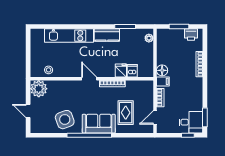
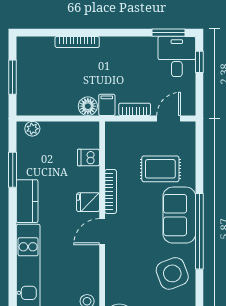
printer: (191, 35) -> (26, 57), removed
fridge: (121, 71) -> (88, 202), moved
door: (155, 117) -> (169, 118), swing flipped

